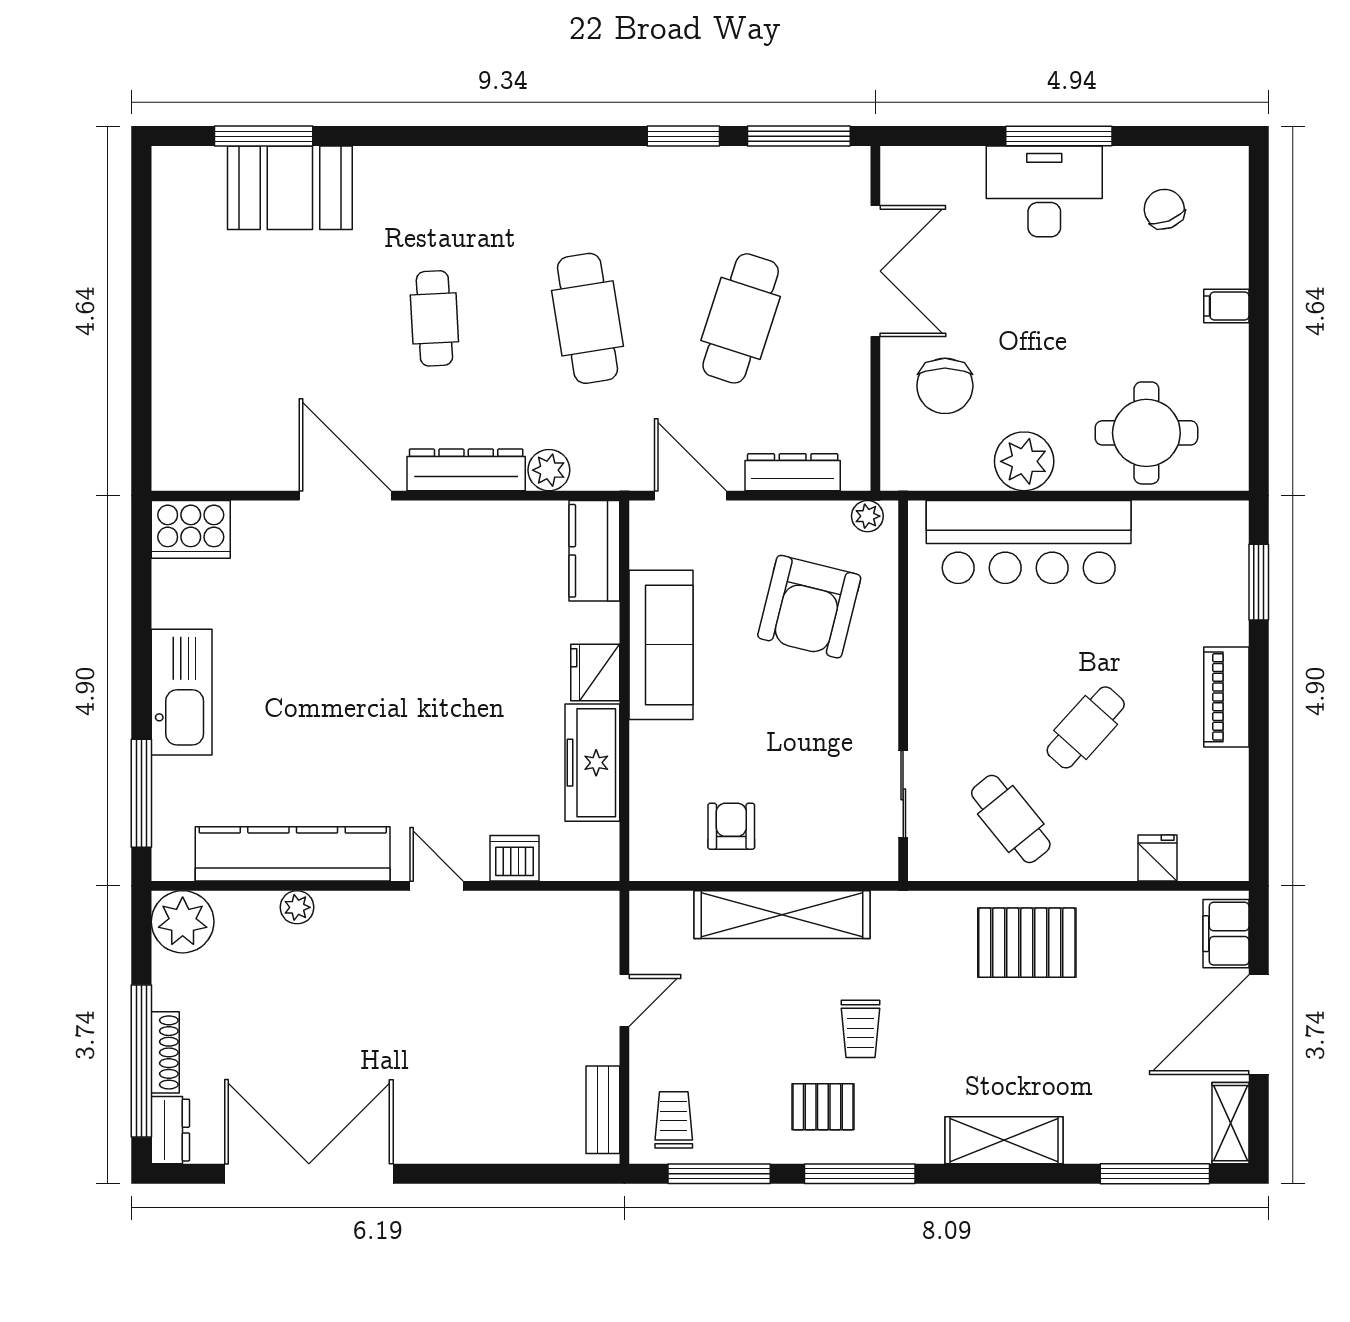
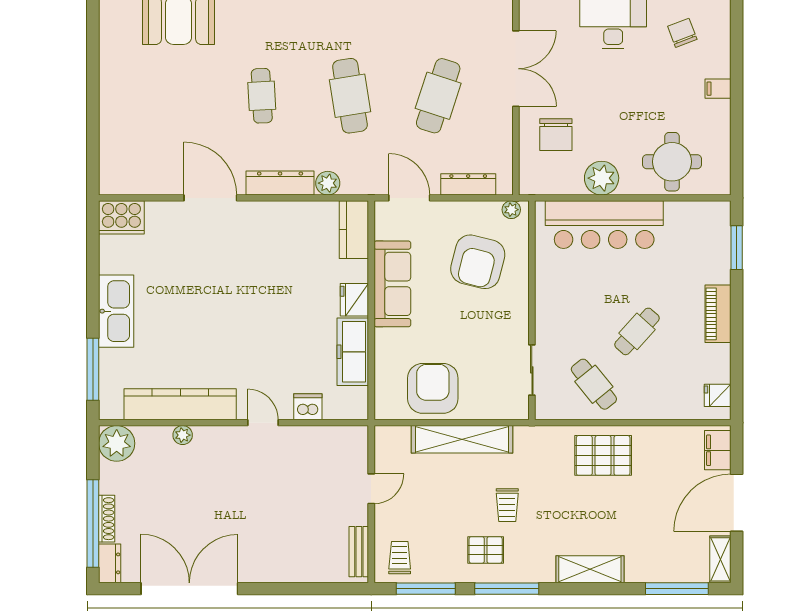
armchair: (731, 826) -> (433, 388), width x1.88, depth x1.88
fridge: (1158, 858) -> (718, 395), moved, turned -90

